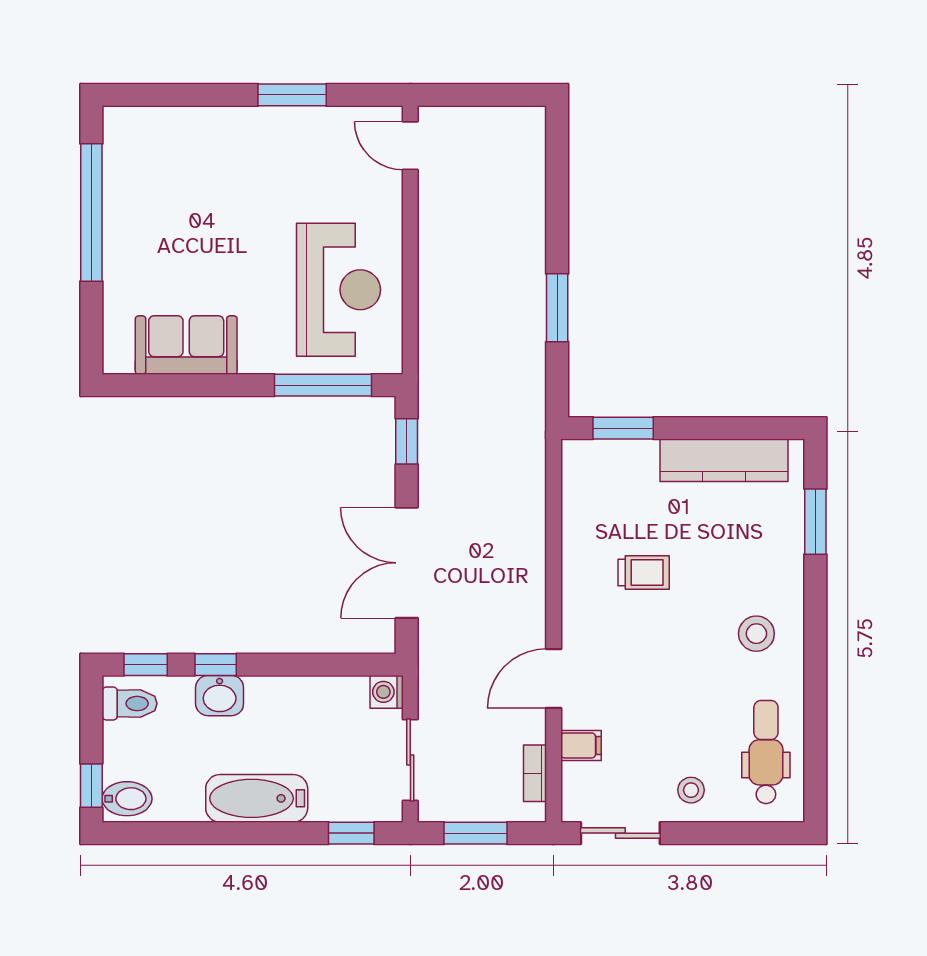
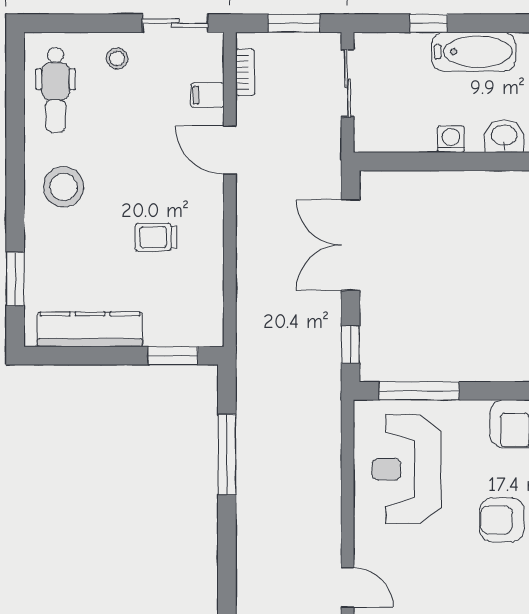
armchair: (222, 228) -> (502, 520), added
window: (557, 308) -> (227, 454), width x1.44
double door: (407, 563) -> (350, 245), swing flipped
stool: (756, 634) -> (63, 187), width x1.38, depth x1.38
window: (216, 665) -> (507, 161), removed
door: (554, 678) -> (230, 150), swing flipped
washing machine: (387, 692) -> (451, 139), moved, turned -90
window: (351, 833) -> (429, 23), moved

